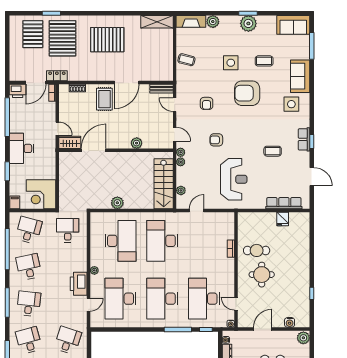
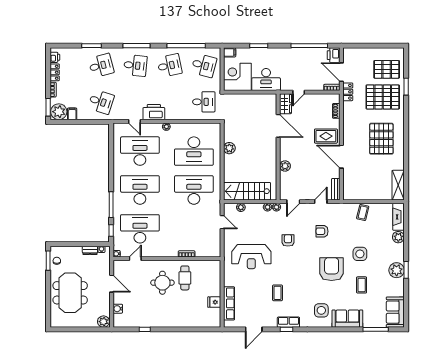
desk: (21, 148) -> (266, 79), moved, turned 180

